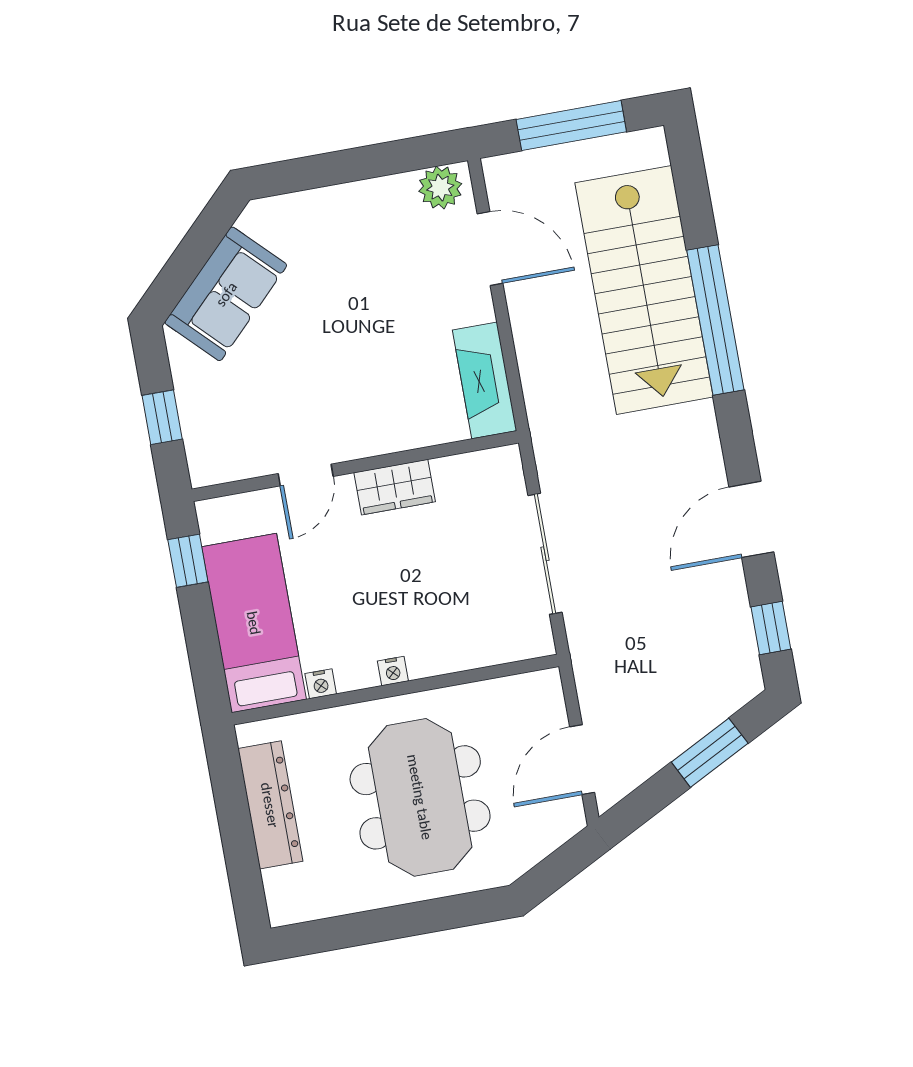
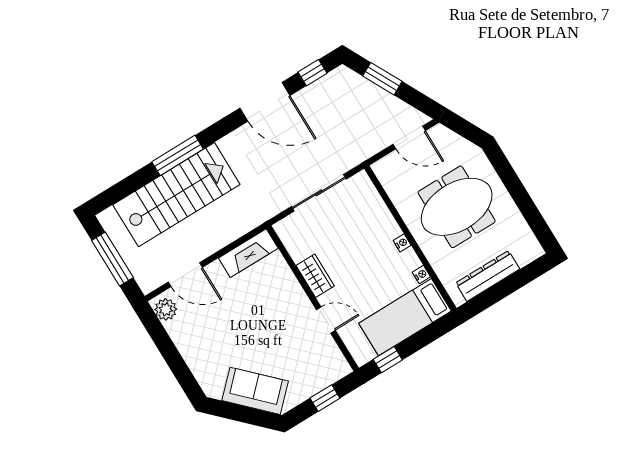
door: (490, 248) -> (185, 275), swing flipped
window: (715, 320) -> (178, 155), width x0.68
door: (751, 519) -> (265, 102), width x1.36

